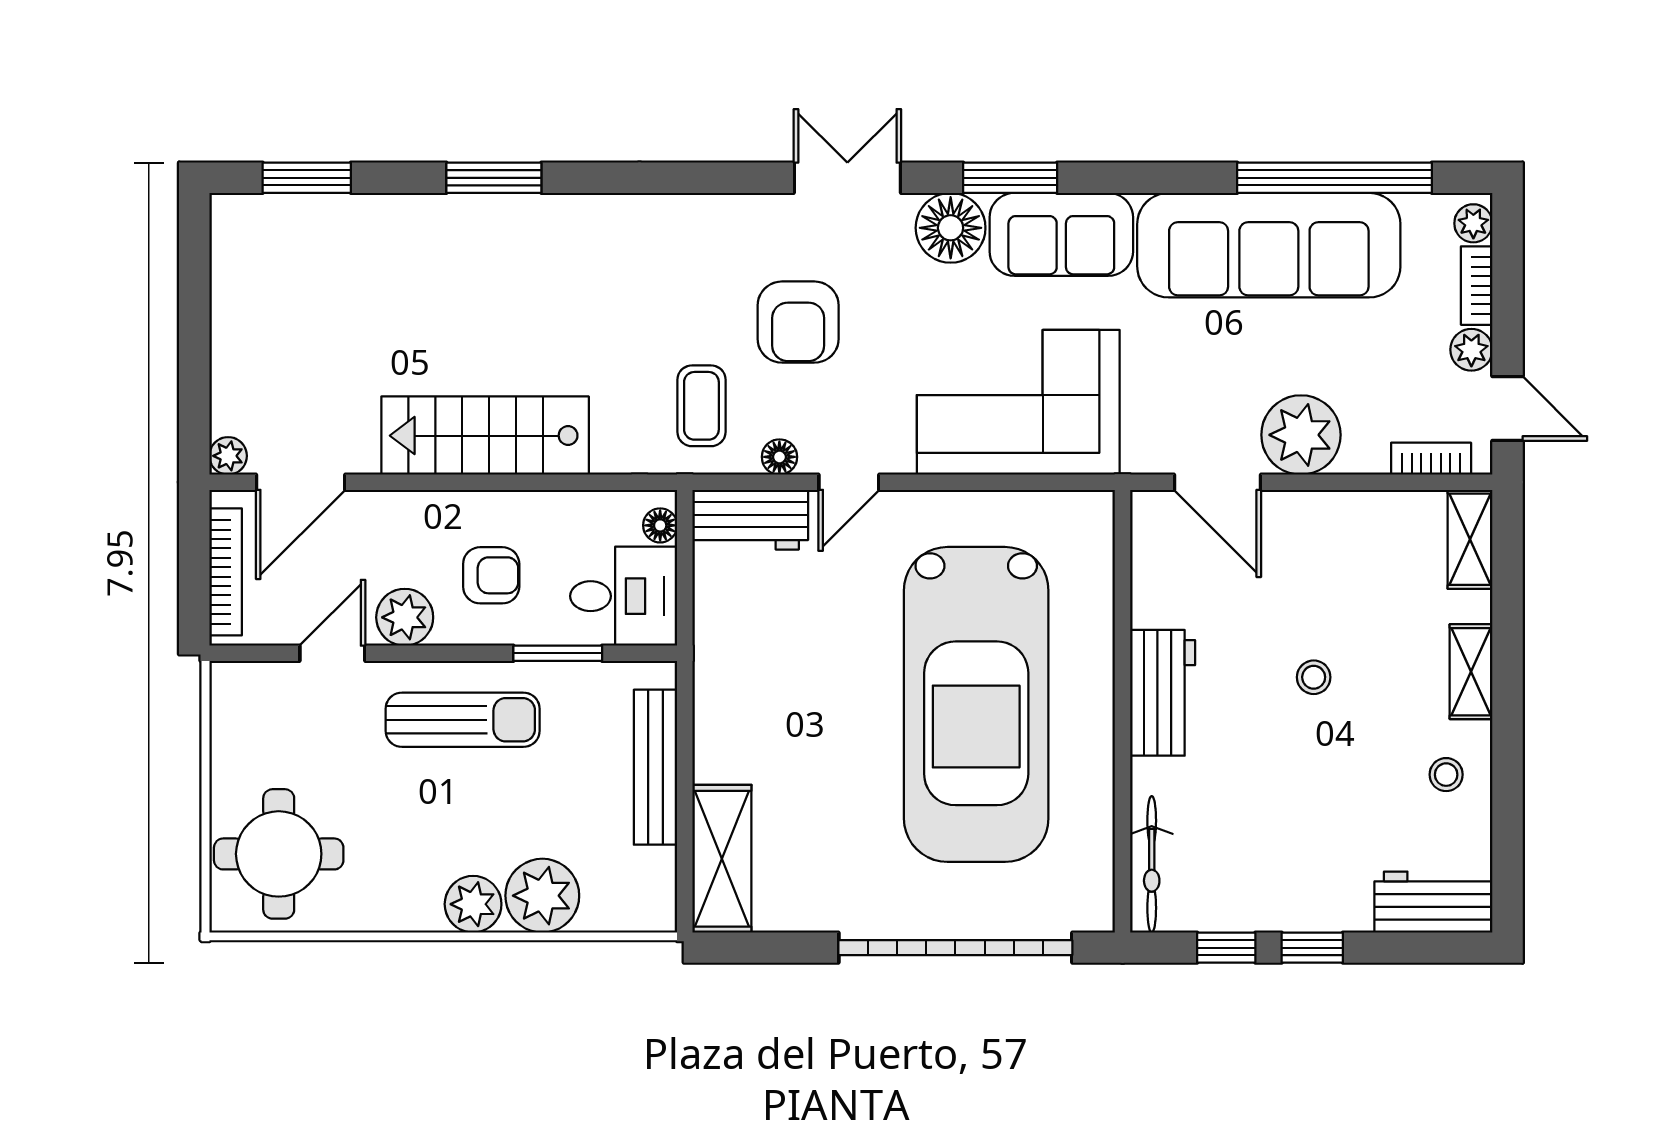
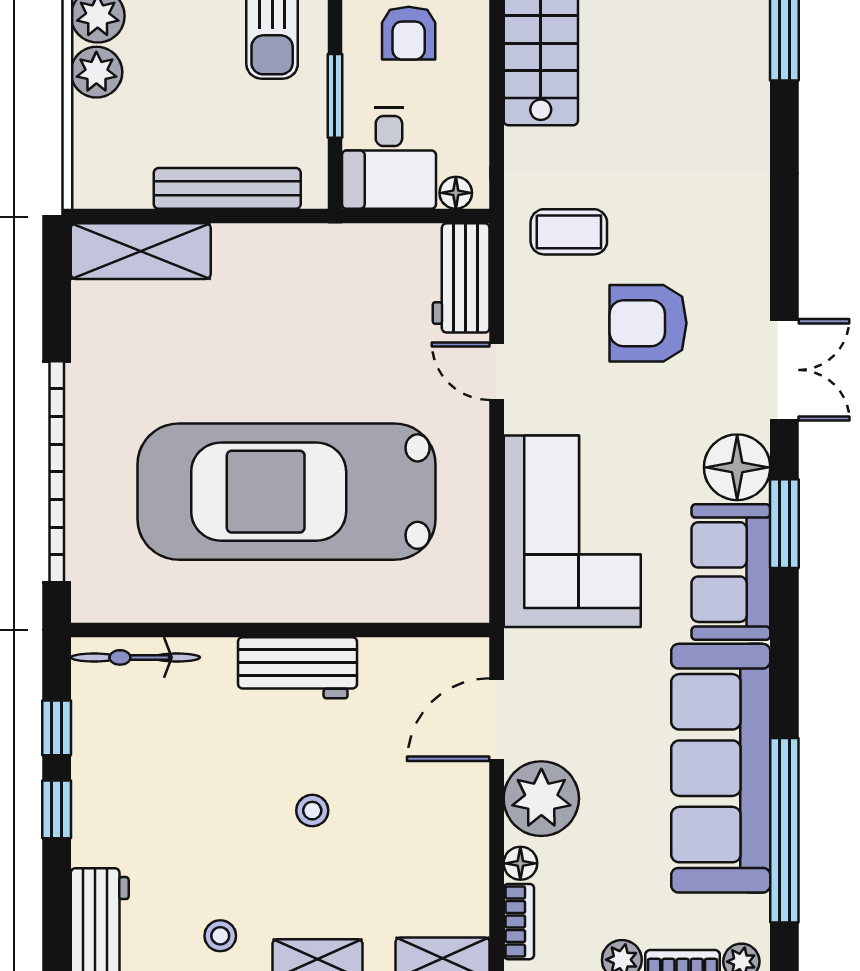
floor lamp: (779, 457) -> (520, 863), moved
plant: (542, 896) -> (96, 72), width x0.73, depth x0.73

